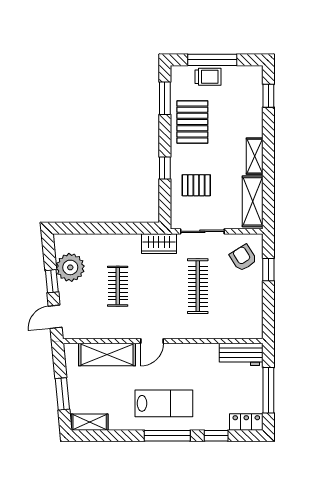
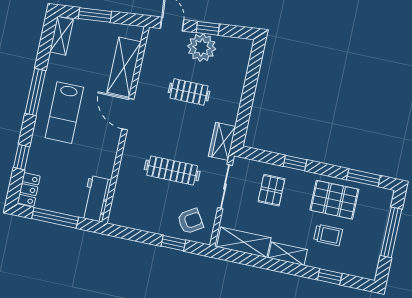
trolley: (208, 77) -> (328, 235), moved, turned -90
window: (268, 96) -> (330, 277), moved
plant: (70, 267) -> (202, 48), moved
door: (152, 341) -> (128, 114), width x1.38
window: (167, 436) -> (35, 92), moved

